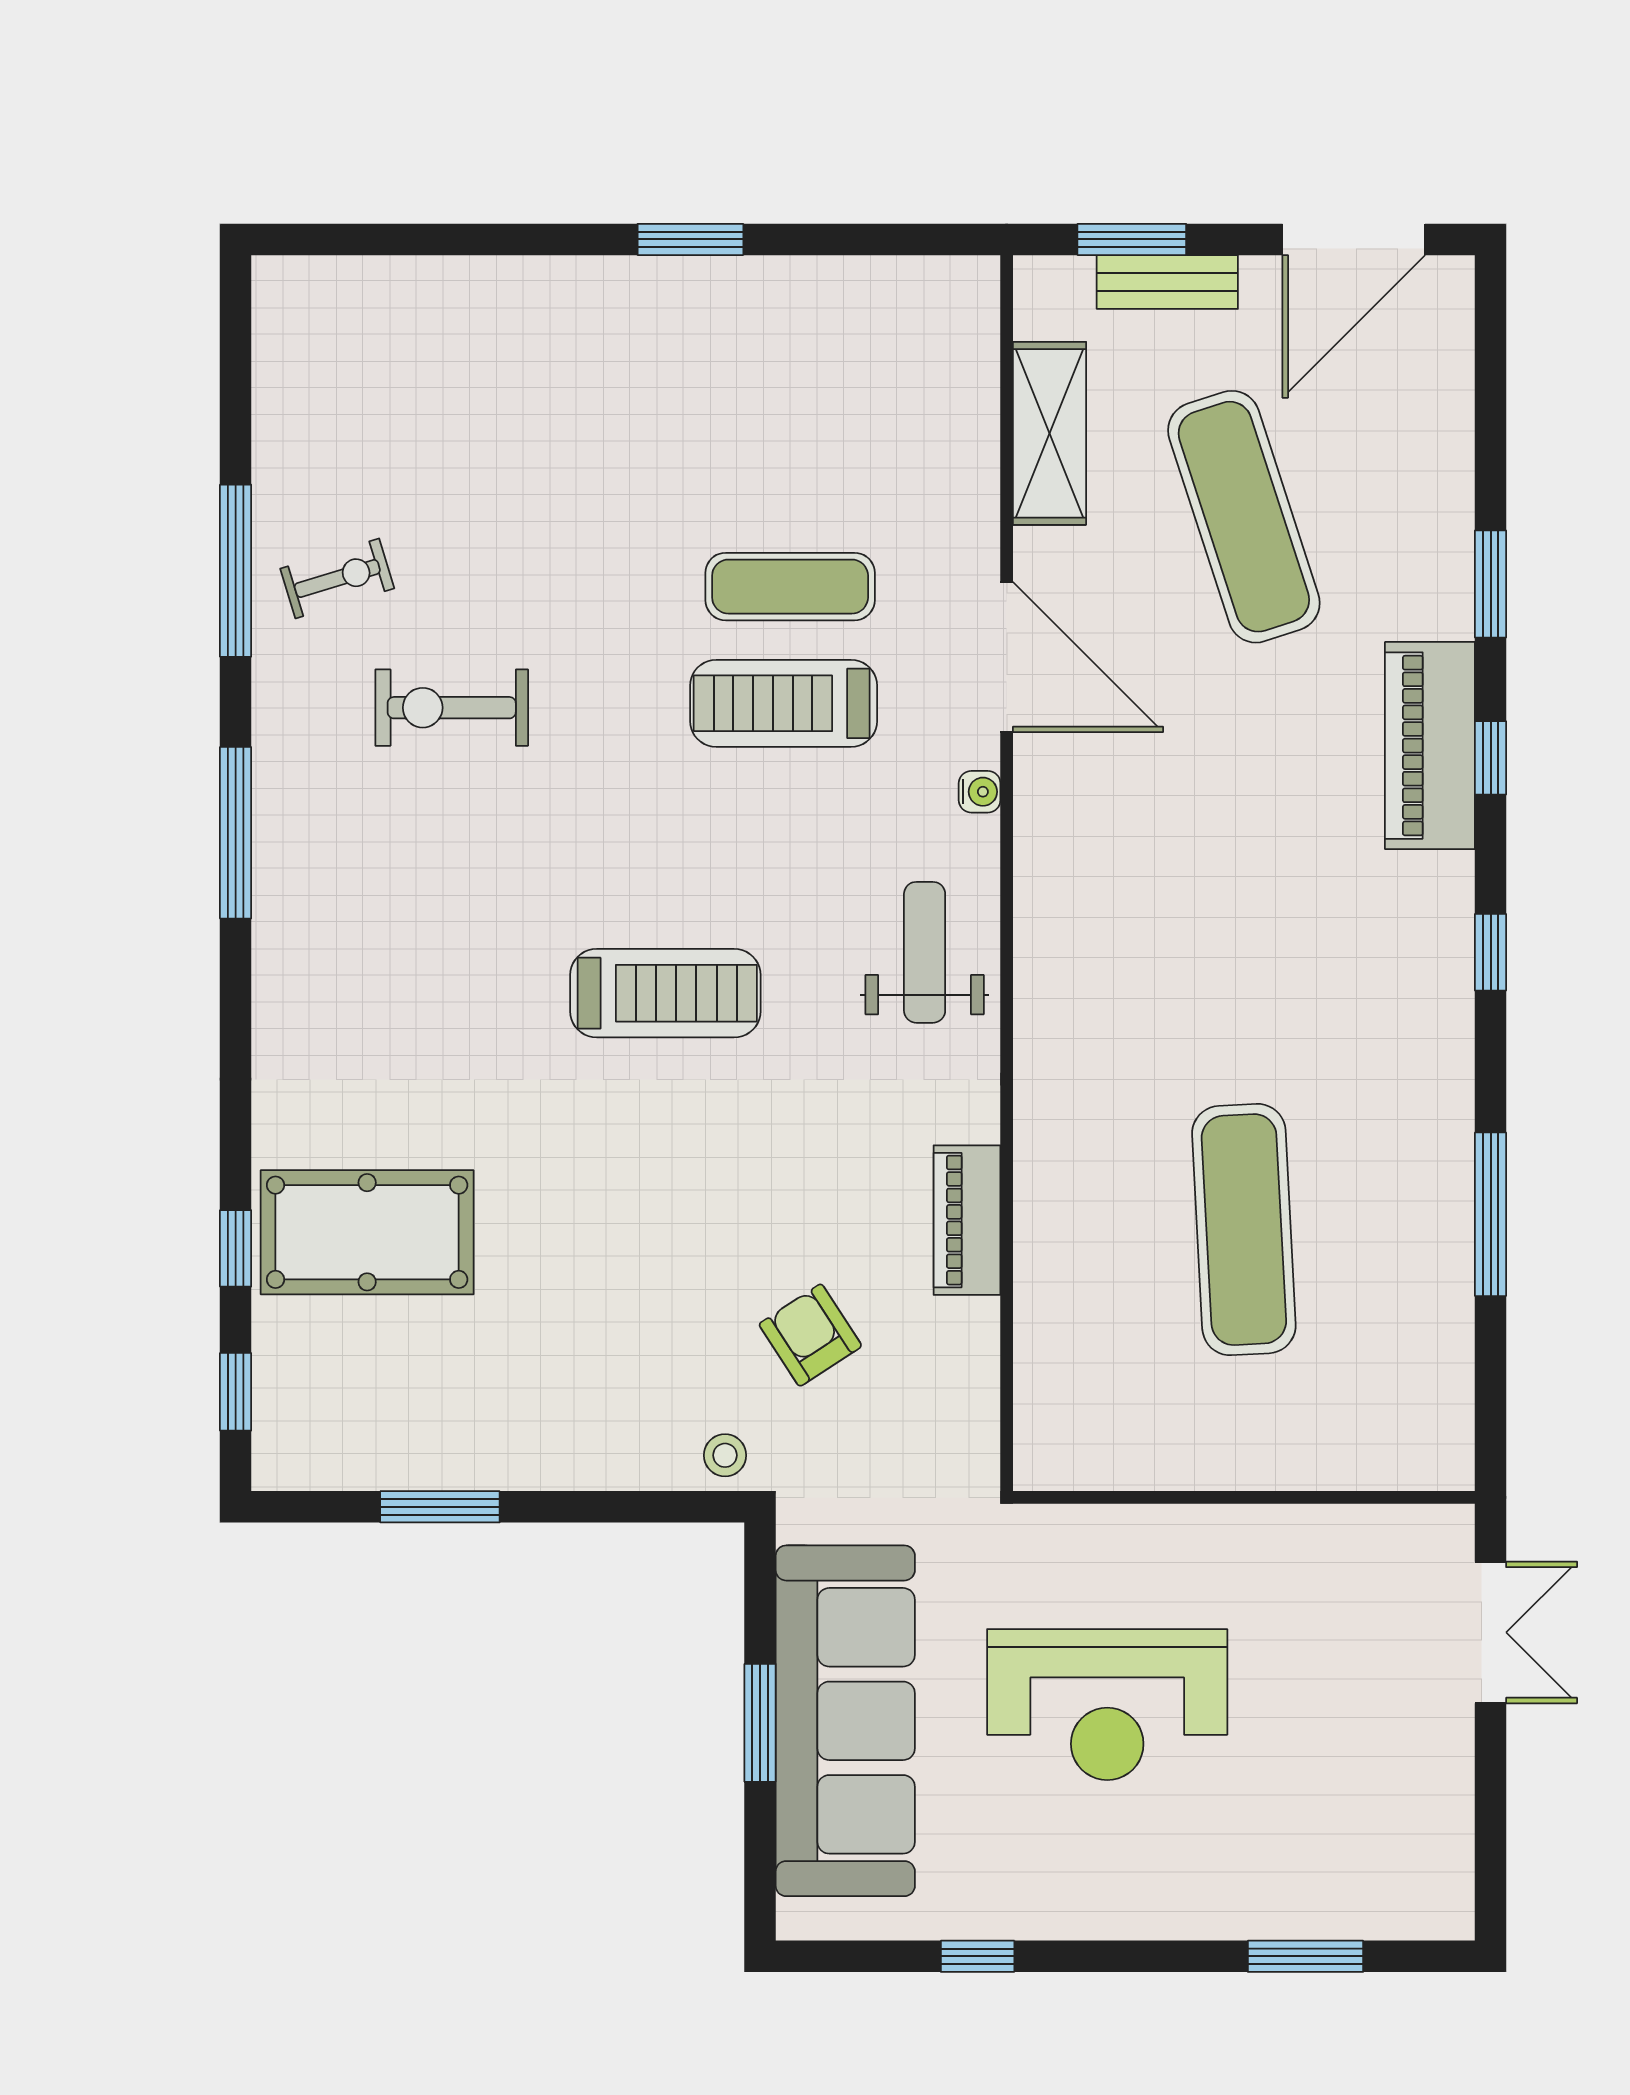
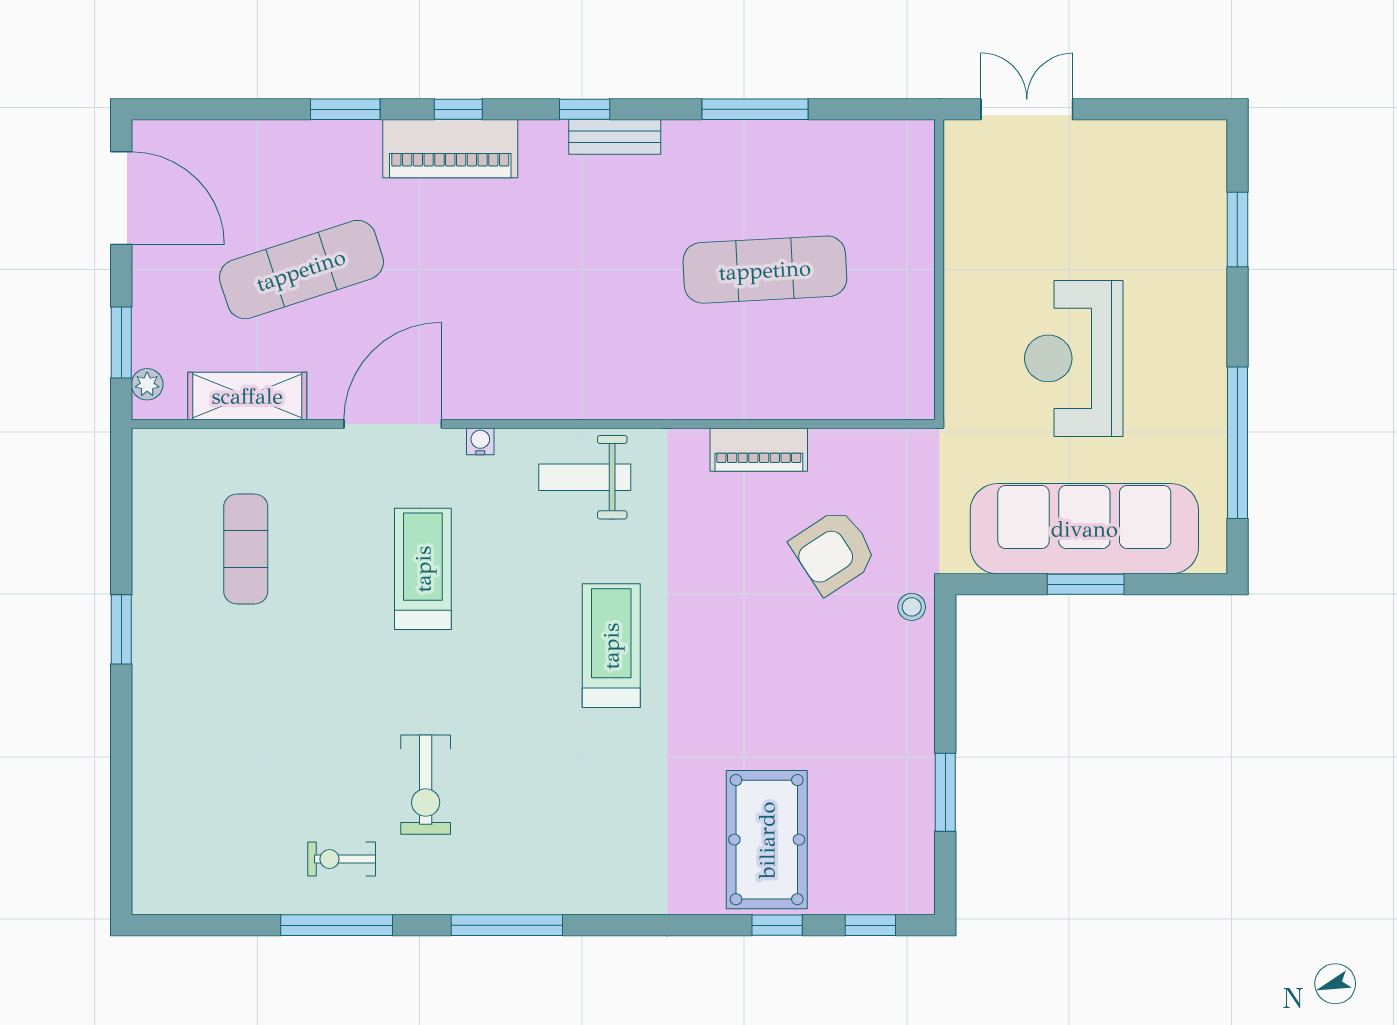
plant: (1067, 279) -> (147, 384), added
bench: (1167, 282) -> (615, 137), moved, turned 90
exercise bike: (337, 578) -> (342, 859), turned -73
exercise mat: (790, 587) -> (246, 549), moved
treadmill: (784, 703) -> (423, 569), turned 180
armchair: (810, 1335) -> (834, 551), width x1.38, depth x1.38
reception desk: (1107, 1705) -> (1074, 358), turned 180
window: (978, 1956) -> (1237, 443), width x3.17

